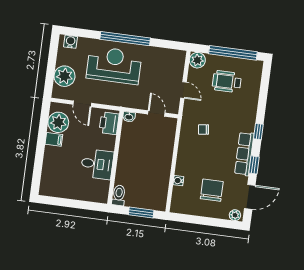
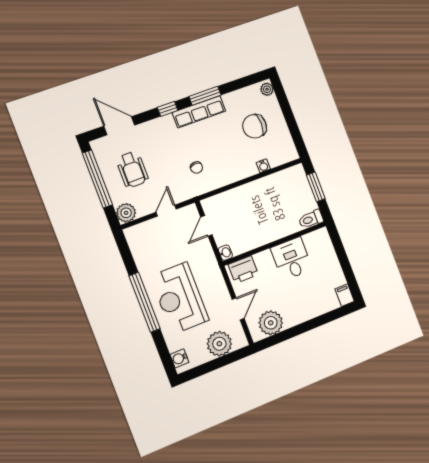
filing cabinet: (54, 139) -> (345, 295), moved
window: (254, 165) -> (205, 96), width x1.50
door: (250, 197) -> (119, 126), moved

